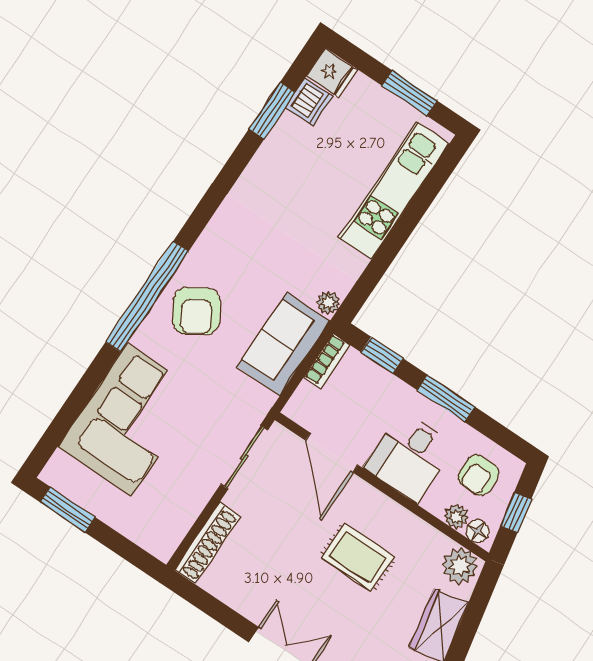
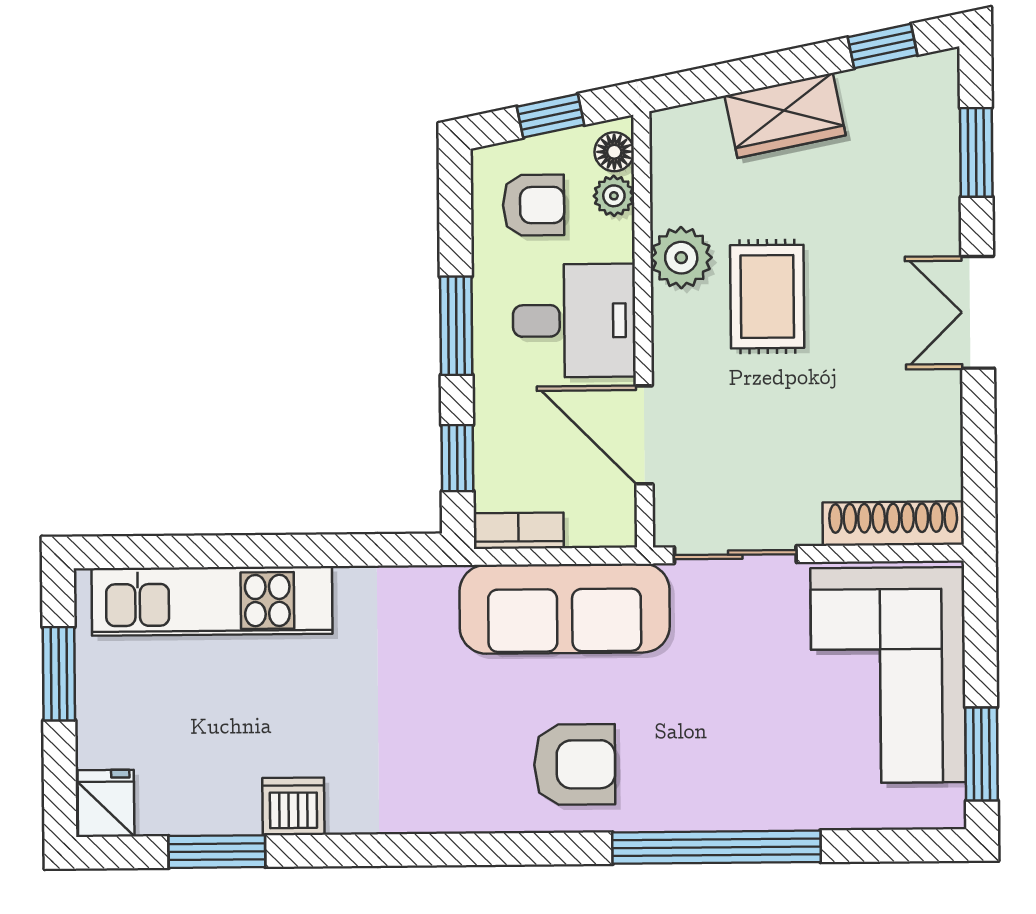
dishwasher: (309, 102) -> (293, 806), moved
window: (147, 297) -> (716, 847), moved
plant: (328, 303) -> (435, 585), removed
armchair: (196, 311) -> (575, 764), turned 31
sofa: (283, 344) -> (565, 609), width x1.36
corner sofa: (129, 420) -> (888, 675), moved, turned -90
door: (332, 453) -> (644, 435), swing flipped
plant: (460, 566) -> (681, 258), moved

